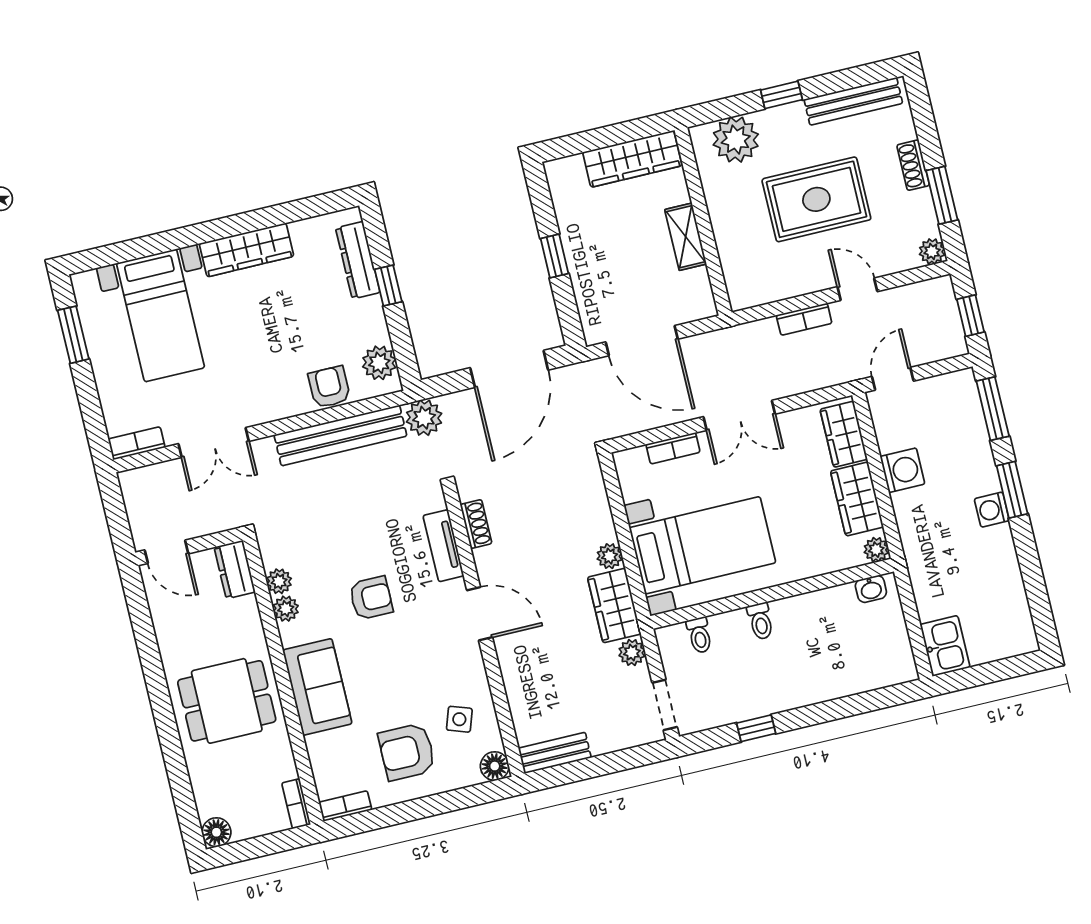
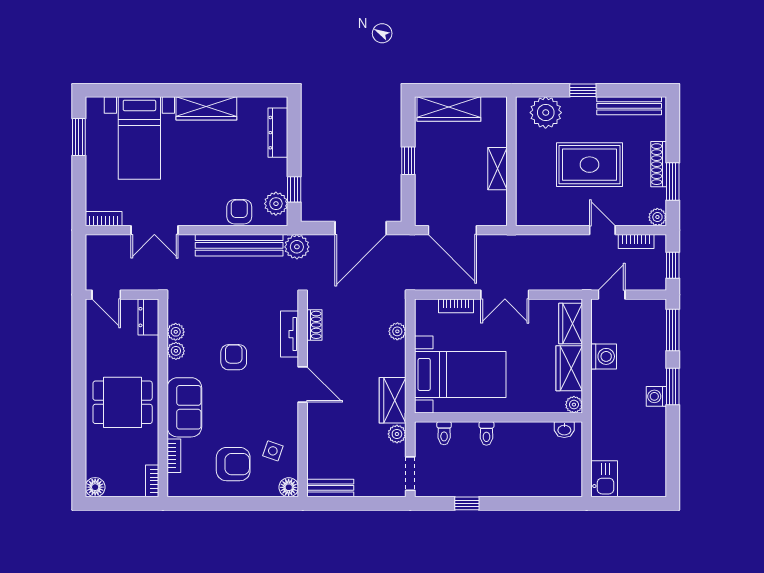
wardrobe: (632, 159) -> (449, 109), moved
shoe rack: (913, 165) -> (659, 164), width x1.43
window: (388, 286) -> (294, 189), moved
bookcase: (804, 319) -> (636, 242), moved
plant: (610, 556) -> (397, 331), moved
armchair: (371, 598) -> (234, 357), turned -90
armchair: (407, 752) -> (233, 464), turned 180
bookcase: (345, 806) -> (174, 456), moved, turned 90

